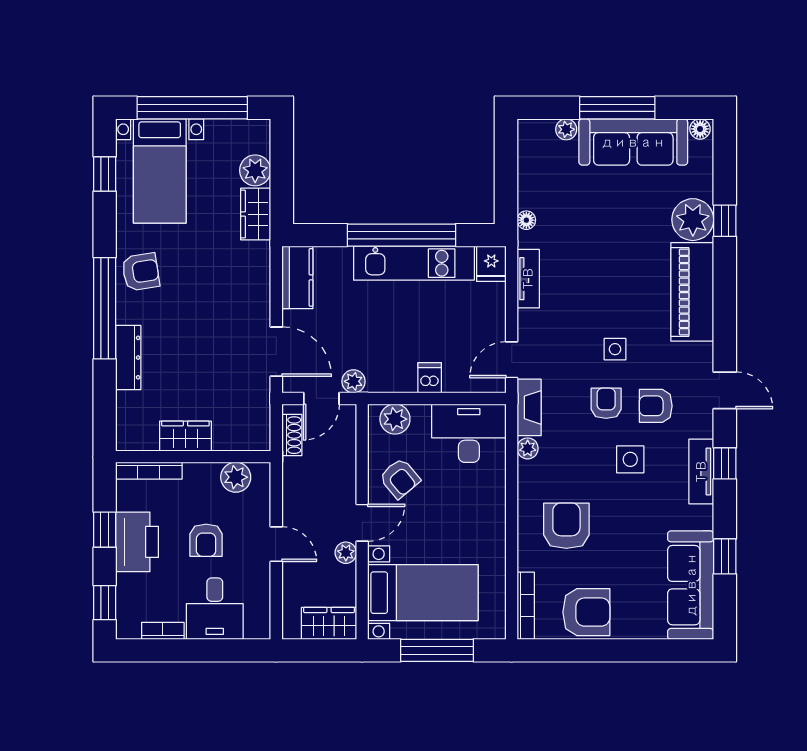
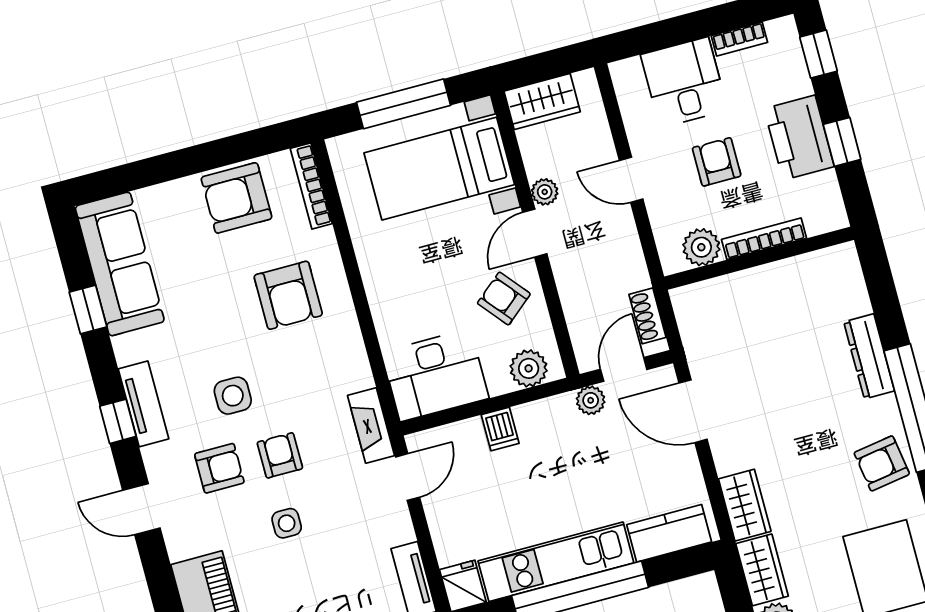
kitchen counter: (297, 277) -> (669, 533), moved, turned 90
armchair: (606, 403) -> (280, 455), turned 180
wardrobe: (185, 436) -> (745, 505), moved, turned -90
plant: (528, 448) -> (360, 376), removed
bookcase: (149, 471) -> (764, 239), moved

